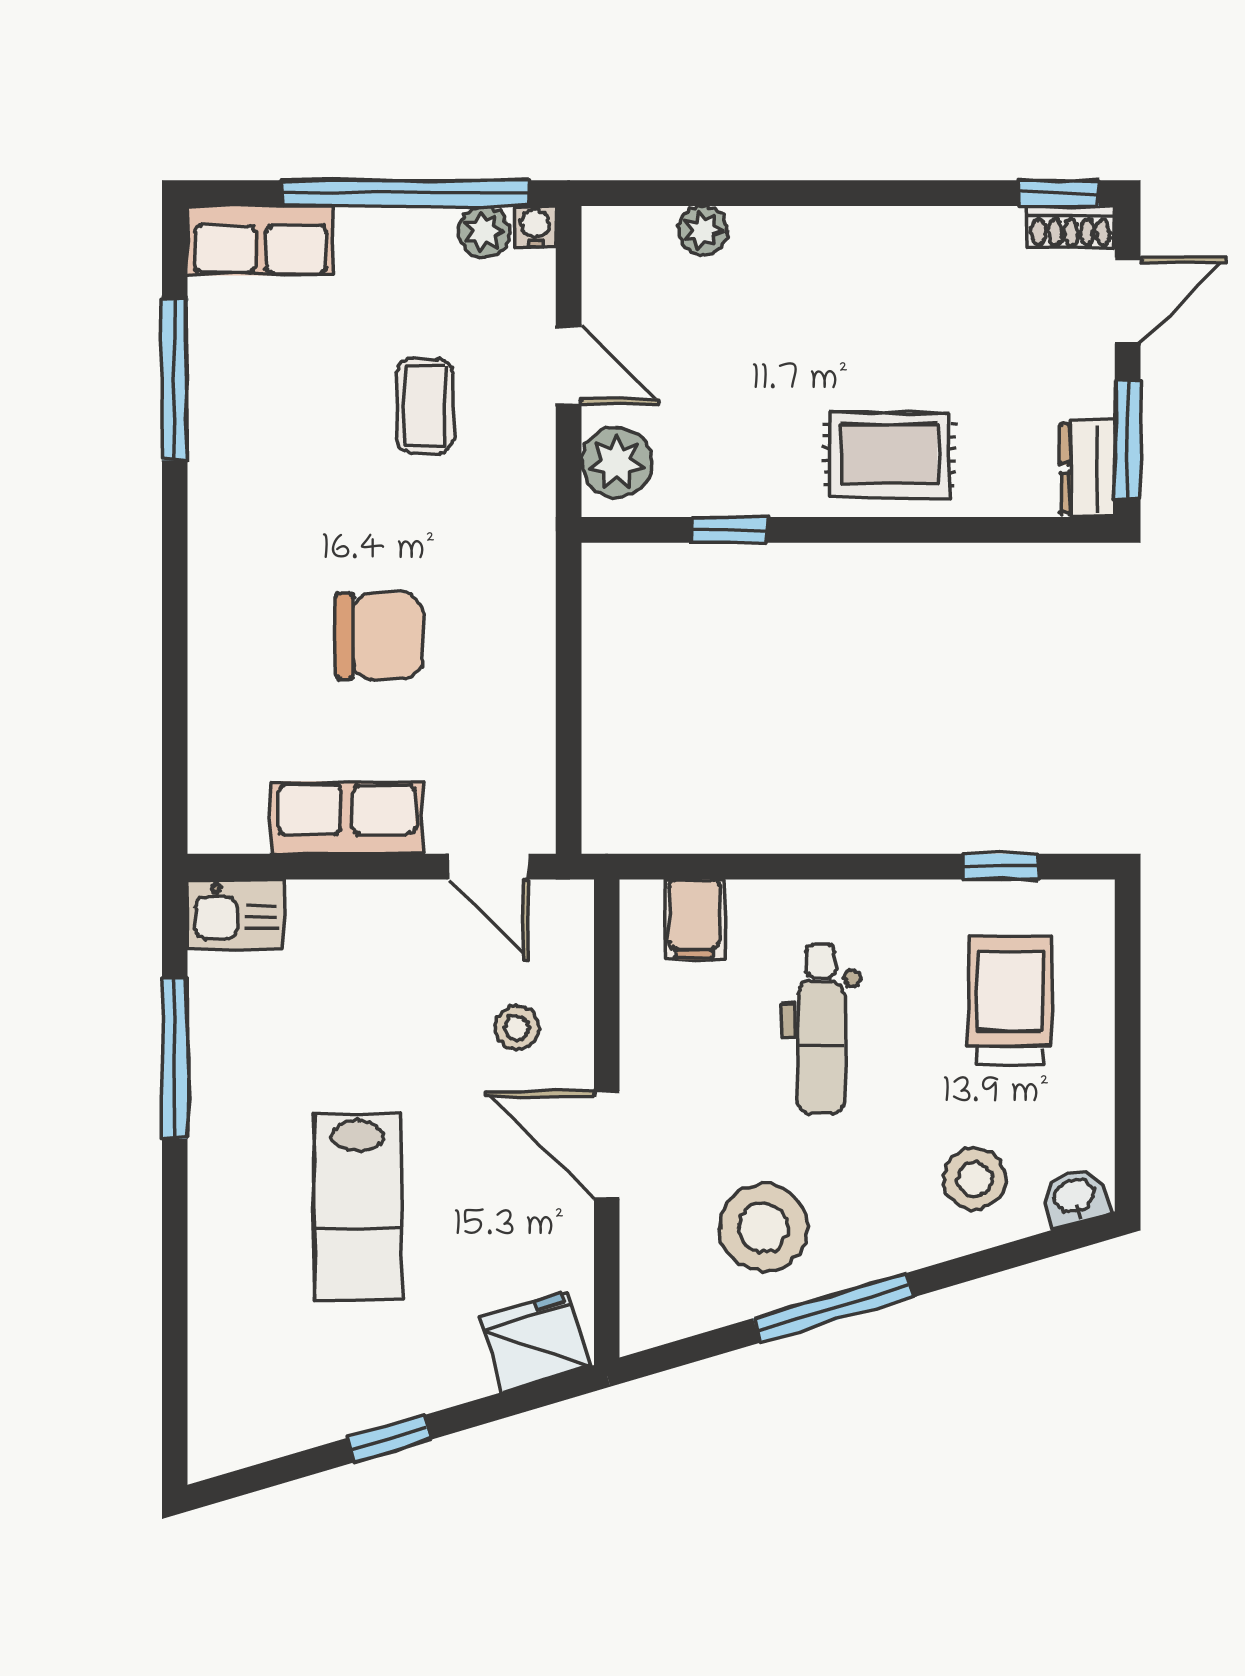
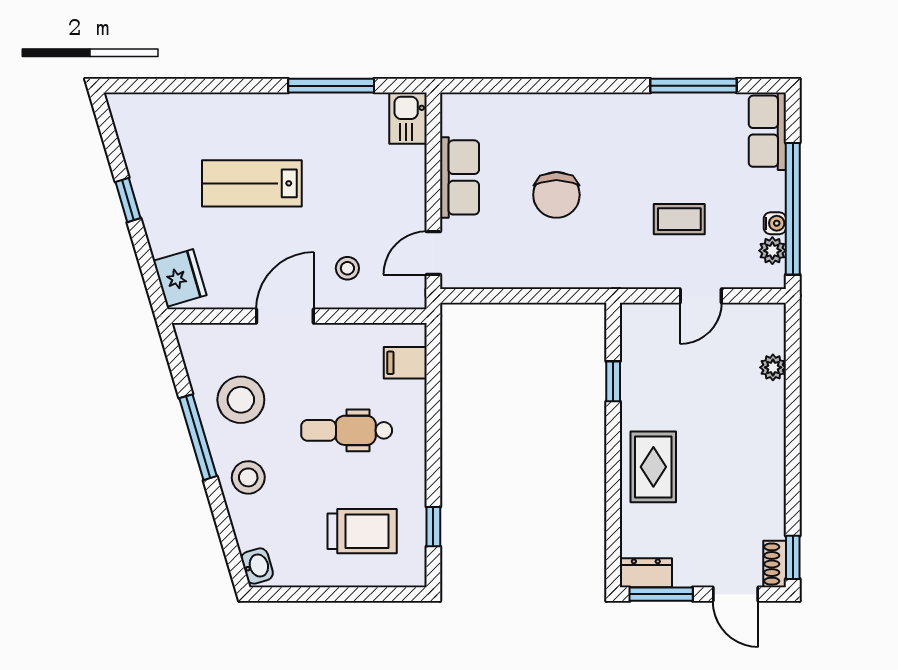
water cooler: (535, 227) -> (775, 223), moved
plant: (617, 462) -> (649, 321), removed
stool: (975, 1179) -> (248, 477), moved

